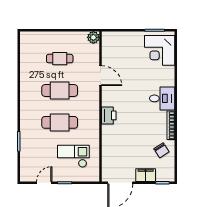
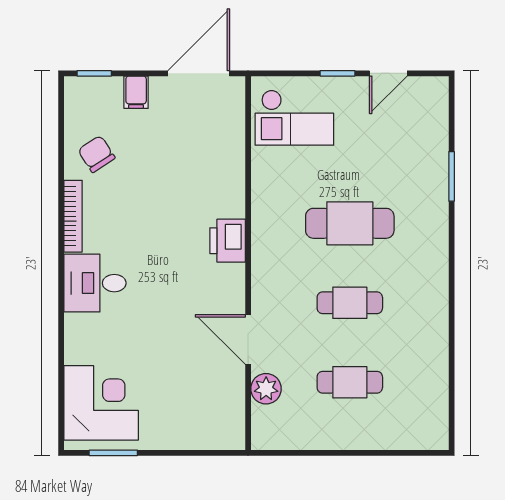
plant: (93, 37) -> (266, 389), moved
cafe table: (60, 90) -> (350, 303), width x0.73, depth x0.74
checkout: (73, 156) -> (294, 118), moved
filing cabinet: (146, 175) -> (136, 92), width x0.50

